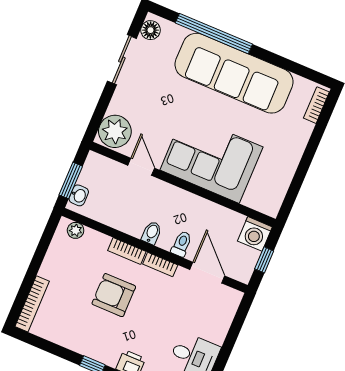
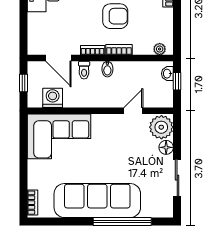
floor lamp: (150, 30) -> (166, 147), moved
corner sofa: (211, 159) -> (59, 136), moved
door: (141, 167) -> (133, 111), swing flipped
window: (71, 181) -> (177, 81), width x0.67
washing machine: (255, 234) -> (53, 98), moved

